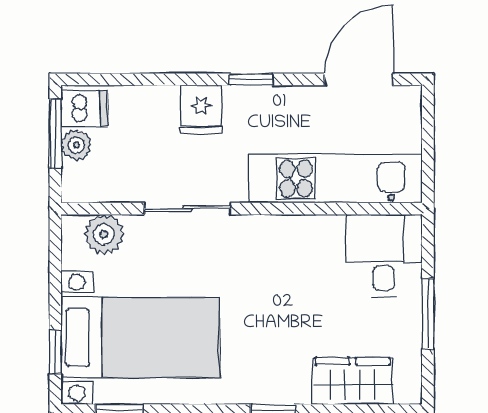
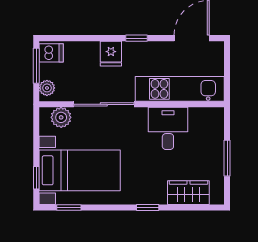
plant: (76, 145) -> (47, 88), moved
sliding door: (187, 209) -> (104, 104), width x1.37
desk: (384, 256) -> (168, 128), moved

